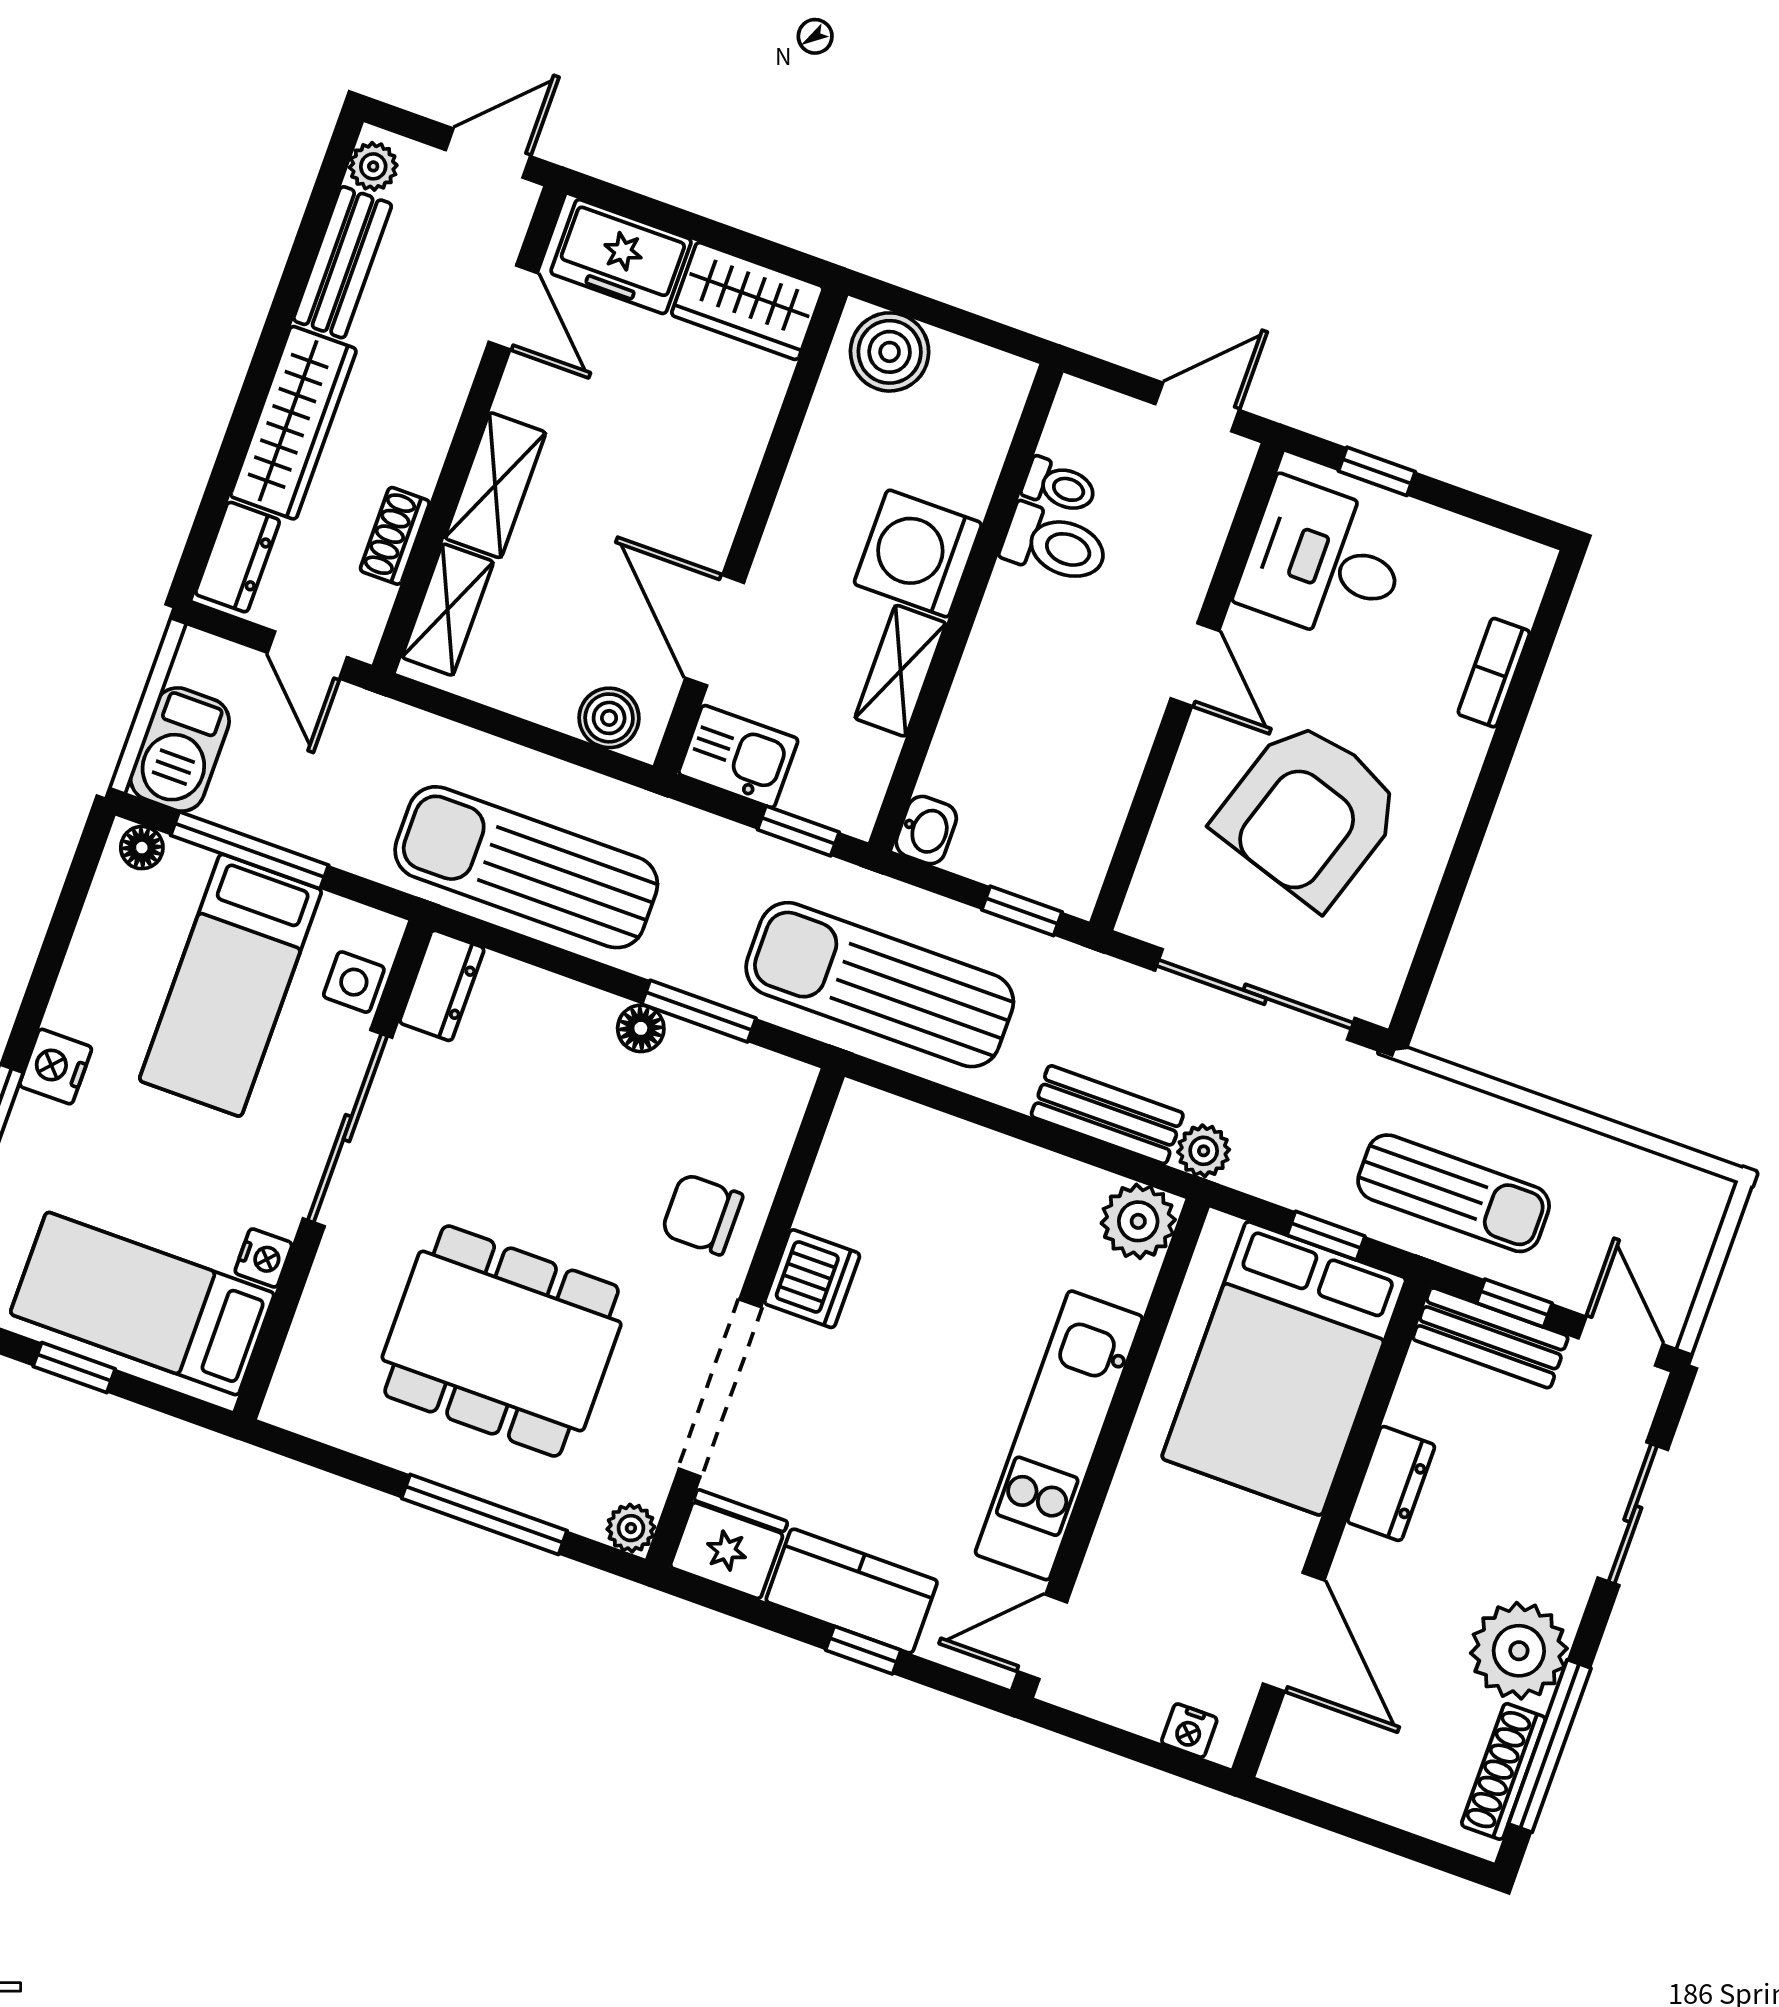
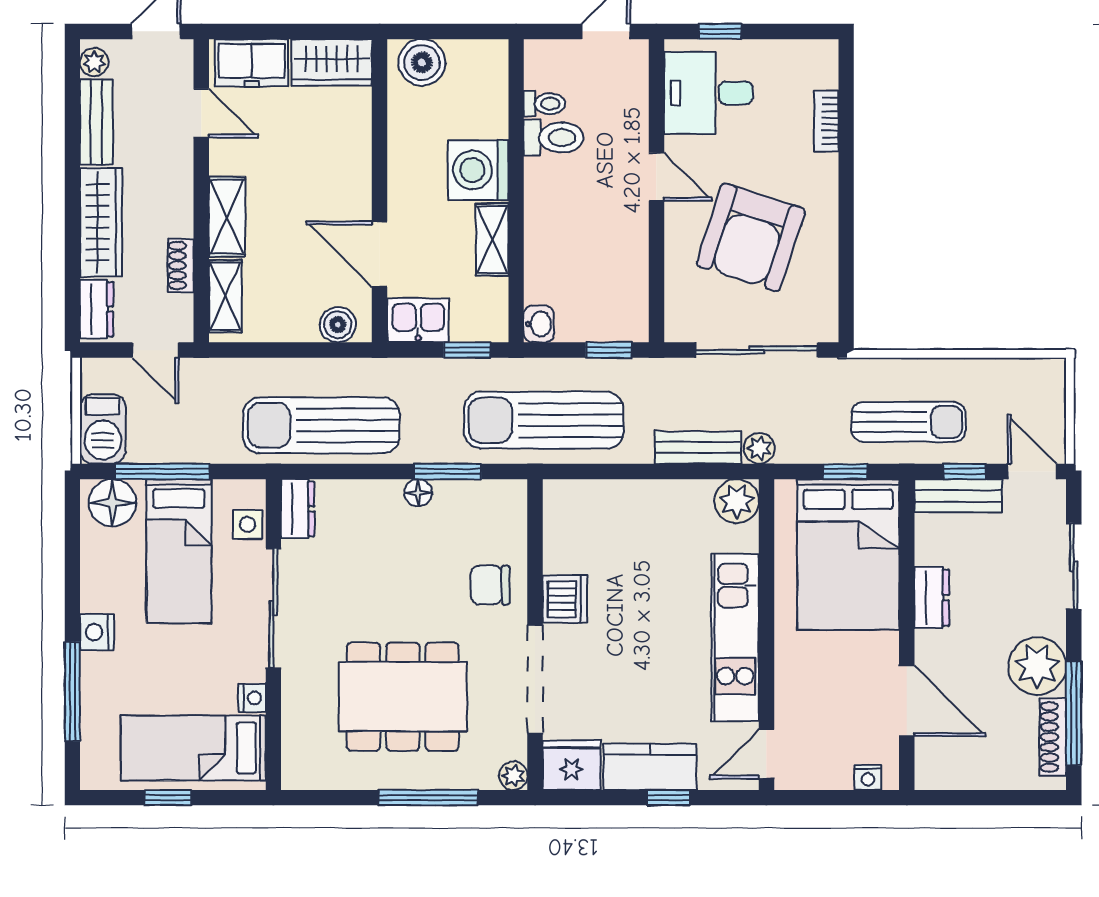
floor lamp: (142, 848) -> (112, 503), width x1.89, depth x1.89

